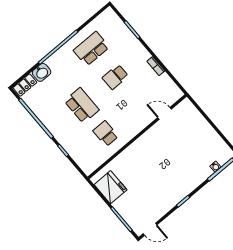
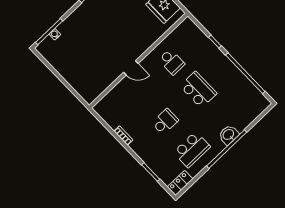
washbasin: (42, 72) -> (229, 135), moved
locker: (25, 85) -> (180, 183), moved
school desk: (82, 105) -> (198, 90), turned 180
door: (164, 113) -> (131, 68), moved

